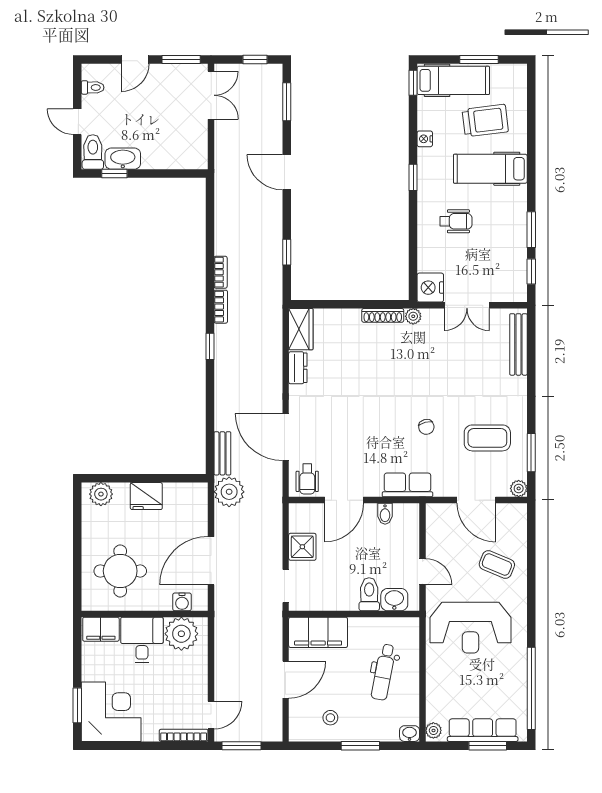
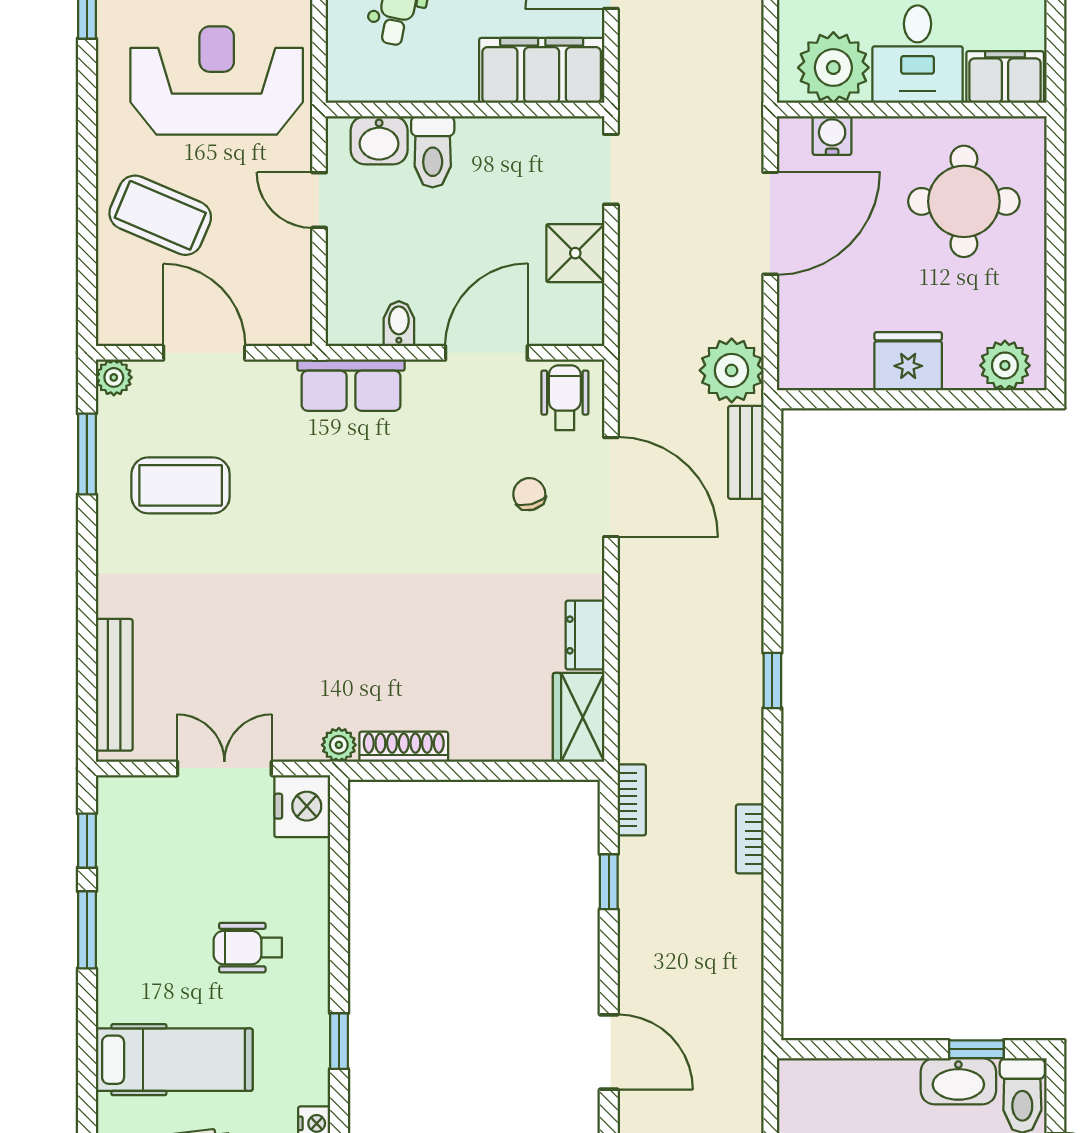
bookcase: (221, 307) -> (632, 800), moved, turned 180
chair: (426, 427) -> (529, 494), moved
coffee table: (497, 565) -> (160, 215), width x1.36, depth x1.30

